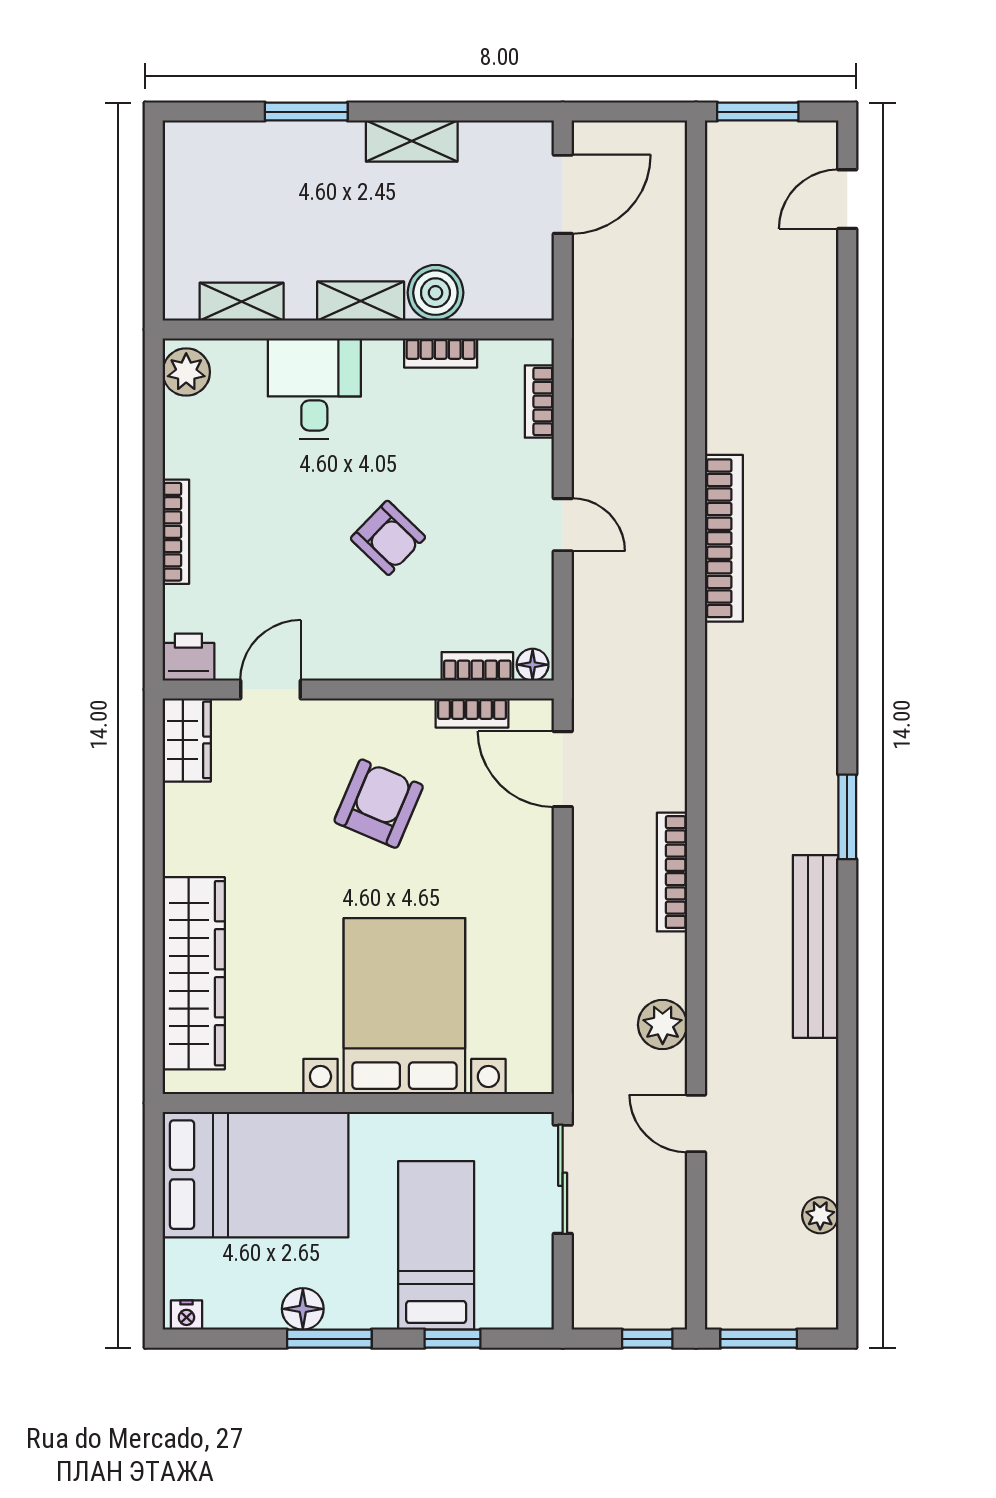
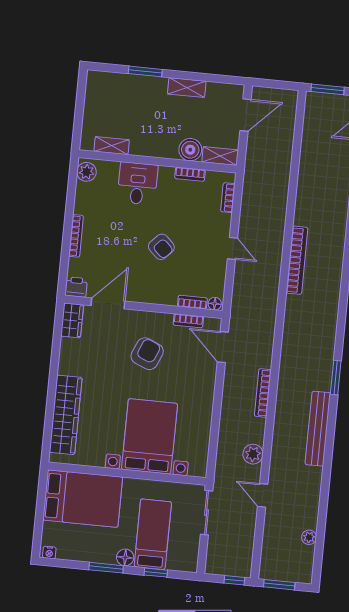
shelving: (361, 301) -> (220, 156), moved
door: (270, 690) -> (108, 303), width x1.38
floor lamp: (303, 1309) -> (125, 557), moved

